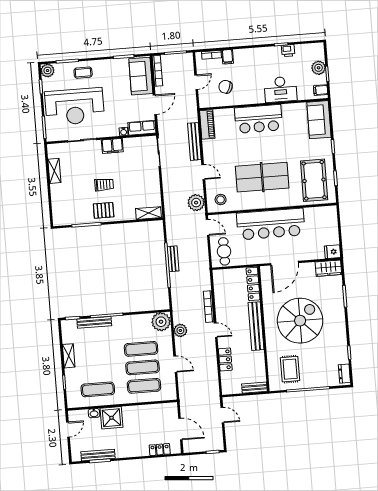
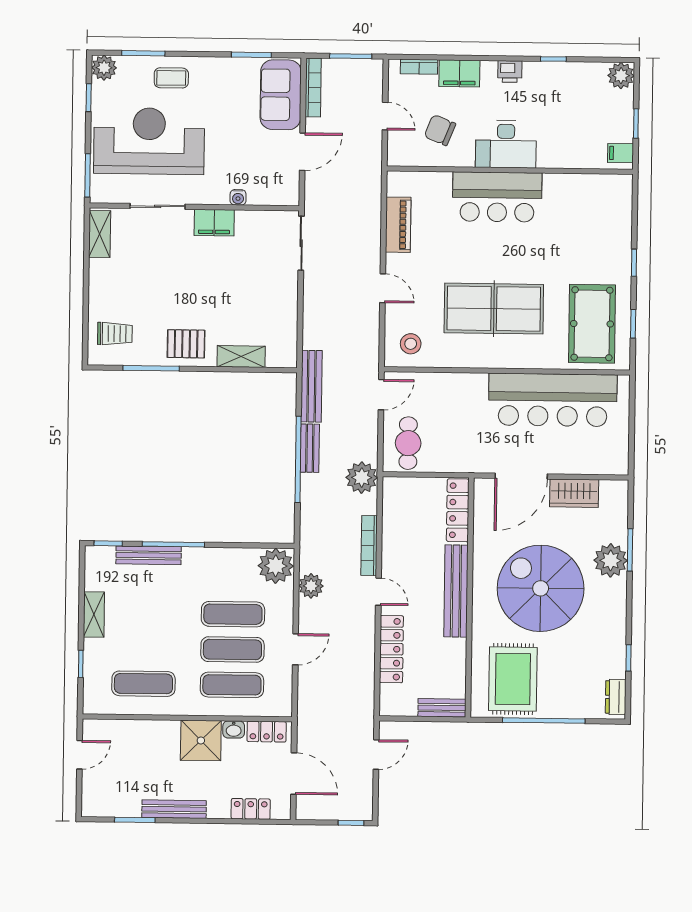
printer: (288, 51) -> (510, 72), moved
filing cabinet: (228, 57) -> (459, 73), width x2.00
plant: (319, 68) -> (621, 76), moved
door: (196, 82) -> (385, 116), hinge flipped
desk: (280, 89) -> (506, 144), moved
reception desk: (75, 107) -> (149, 141), turned 180
sofa: (319, 120) -> (612, 209), removed
piano: (207, 124) -> (398, 225), moved
row of seats: (142, 128) -> (274, 193), removed
bench: (194, 141) -> (311, 386), moved
shelving: (54, 171) -> (100, 234), moved
trolley: (104, 185) -> (115, 334), moved
plant: (196, 203) -> (362, 478), moved
shelving: (148, 213) -> (241, 356), moved
bar counter: (271, 224) -> (553, 400), moved
door: (208, 227) -> (381, 395), hinge flipped
fridge: (332, 252) -> (614, 463), removed
wardrobe: (328, 268) -> (574, 493), moved
plant: (335, 303) -> (611, 560), added
spiral stairs: (300, 321) -> (541, 588), turned -90
locker: (225, 360) -> (391, 649), width x1.53
door: (175, 364) -> (295, 649), hinge flipped
rug: (290, 369) -> (513, 679), width x1.36, depth x1.43
locker: (164, 408) -> (267, 732), added
washbasin: (94, 413) -> (234, 730), moved
door: (222, 415) -> (376, 755), hinge flipped
shower: (111, 418) -> (201, 740), moved
bench: (98, 455) -> (174, 809), moved

